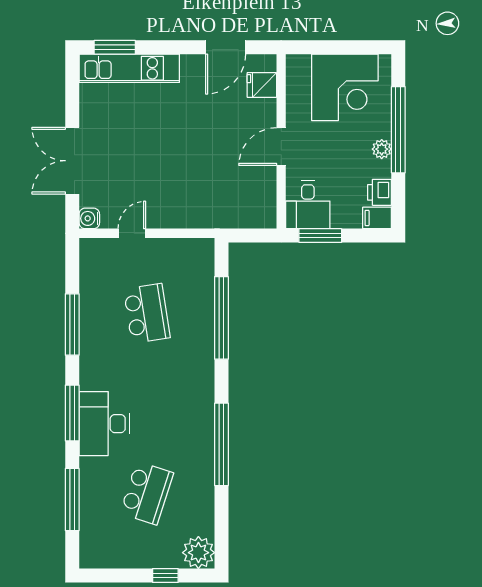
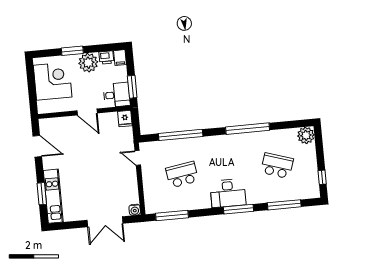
window: (115, 47) -> (42, 194), moved
fridge: (262, 85) -> (125, 119), moved
window: (398, 130) -> (72, 51), width x0.47
plant: (382, 149) -> (88, 63), width x1.88, depth x1.88
door: (132, 233) -> (138, 158), moved
window: (72, 325) -> (172, 215), moved
desk: (104, 424) -> (228, 193), moved
window: (165, 576) -> (322, 177), moved

